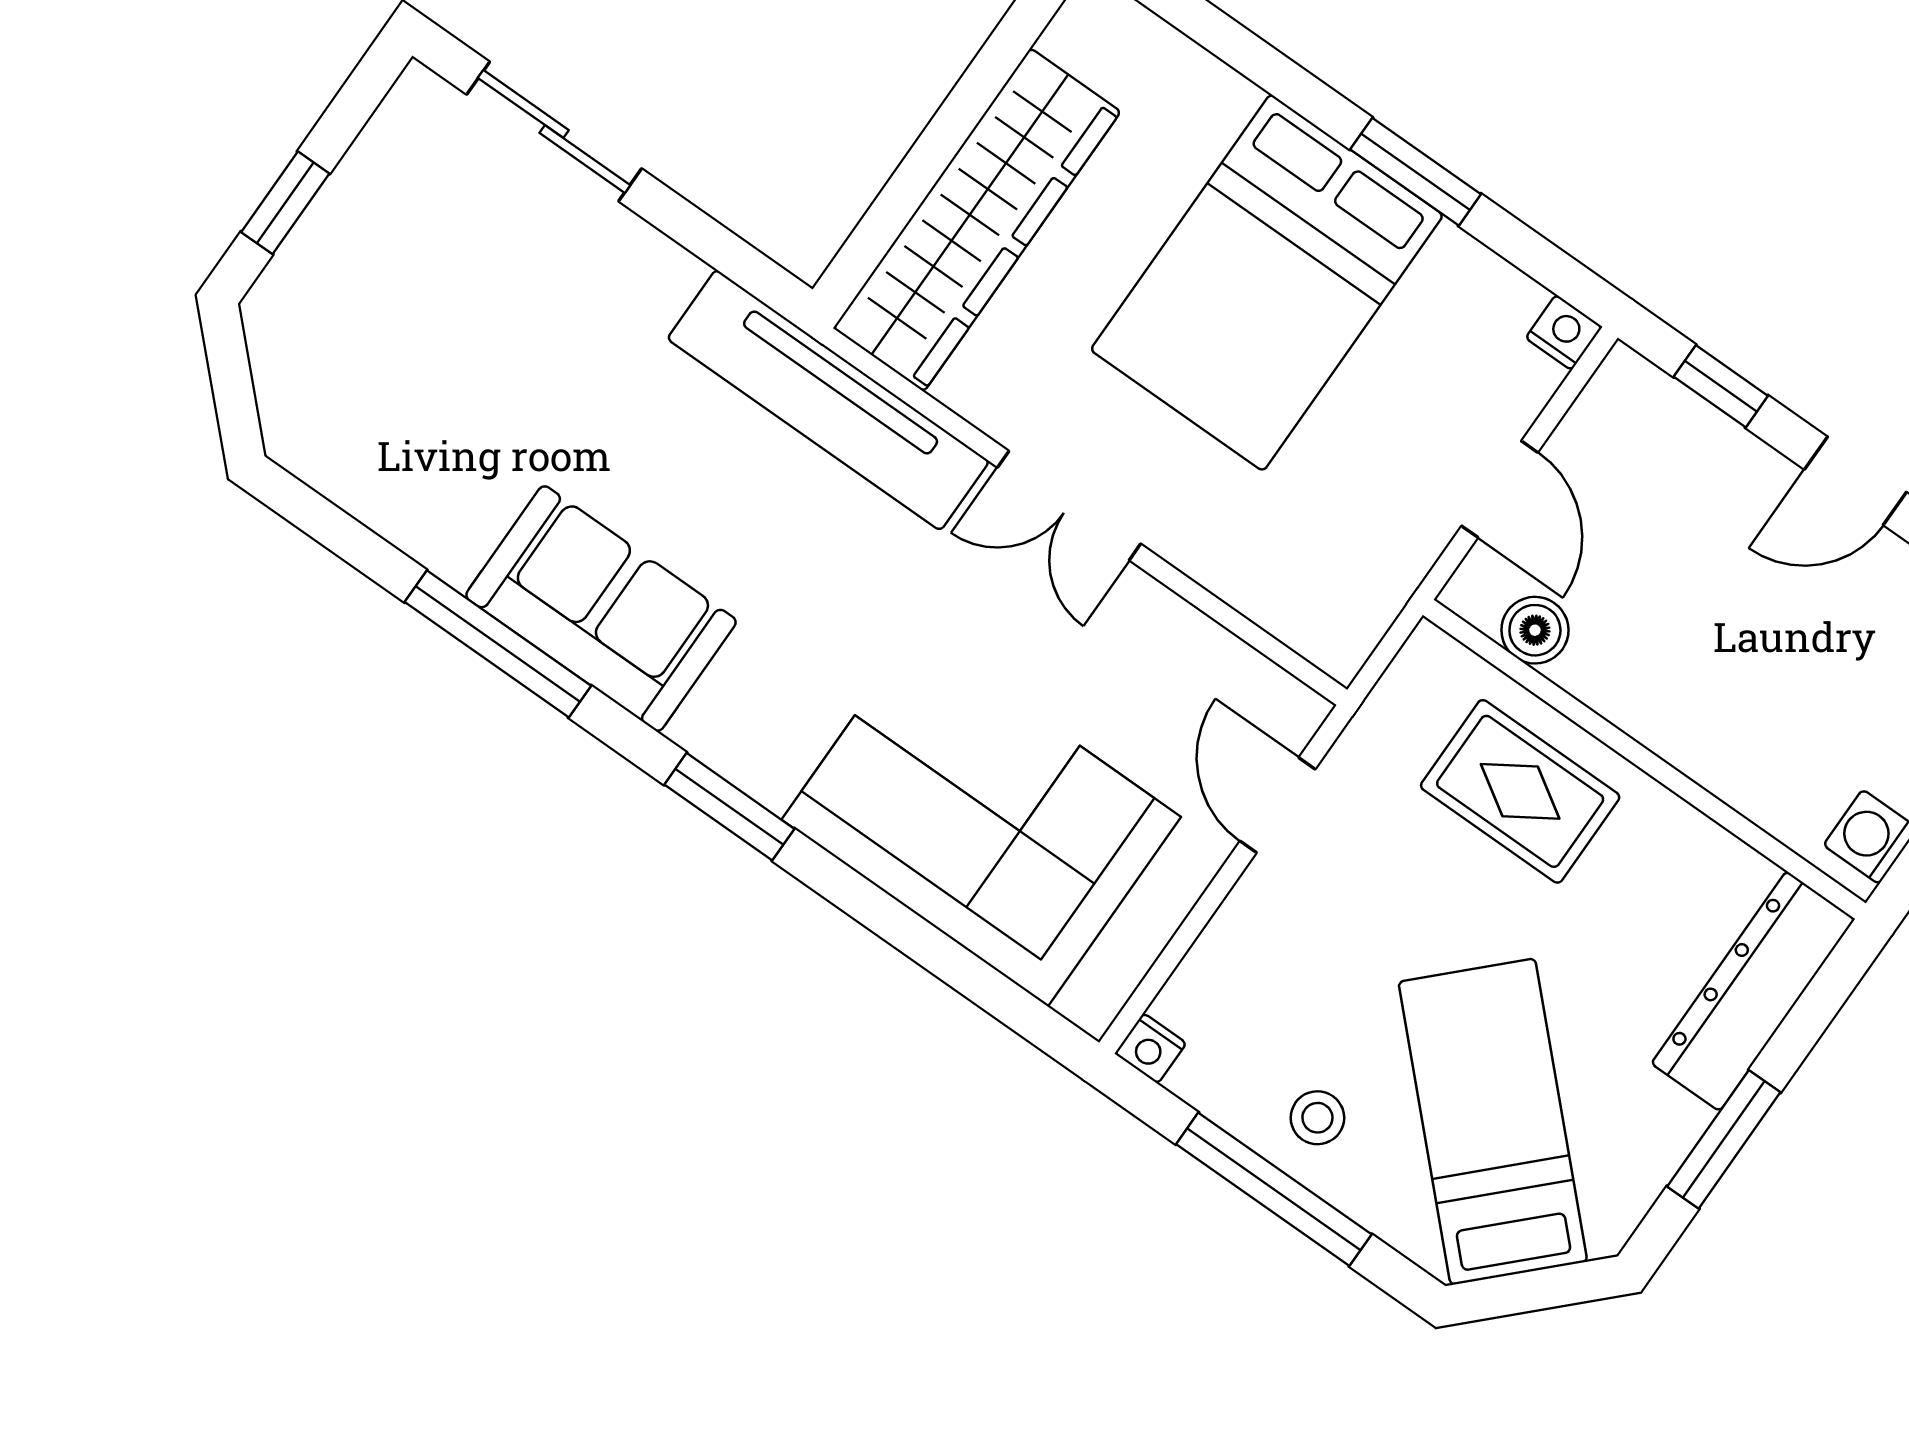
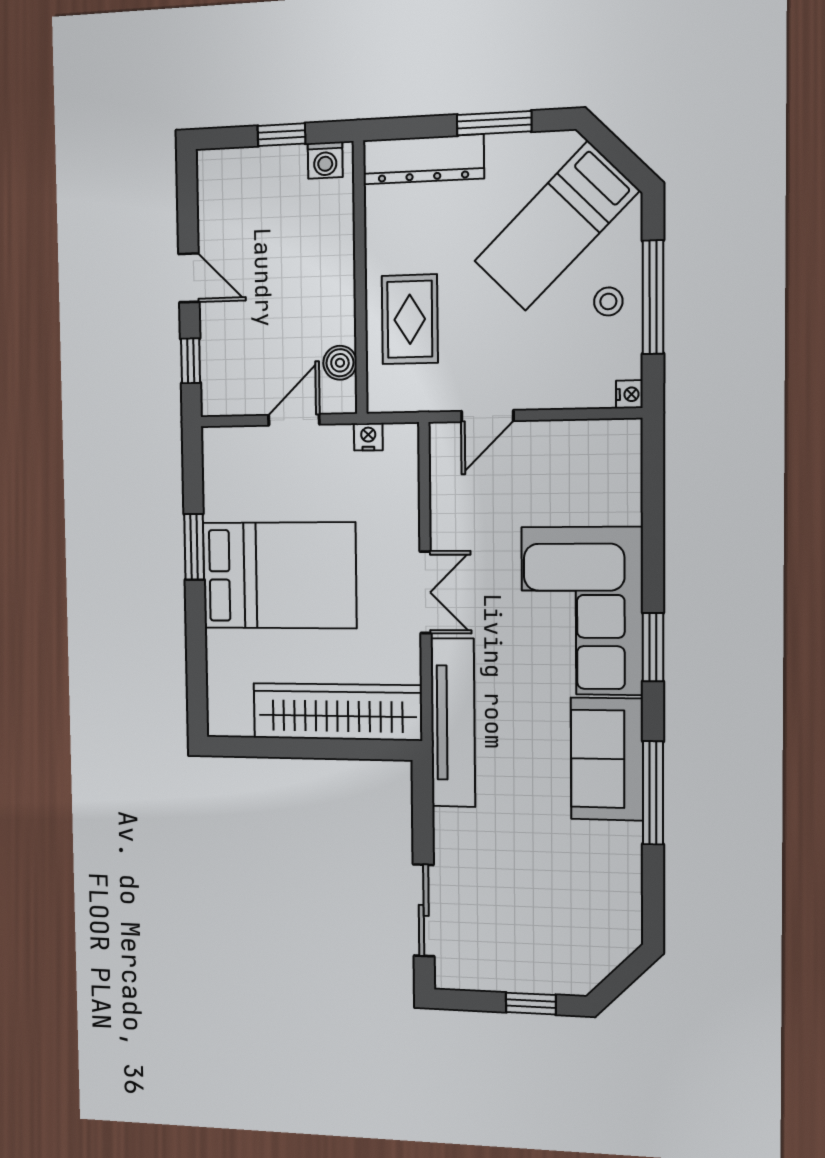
nightstand: (1564, 332) -> (368, 437), moved, turned 90
corner sofa: (981, 818) -> (582, 611), moved

